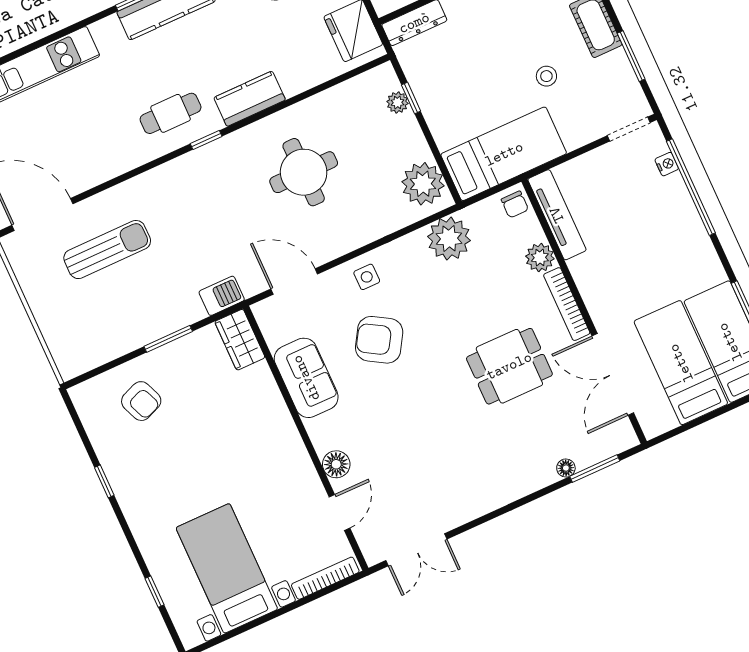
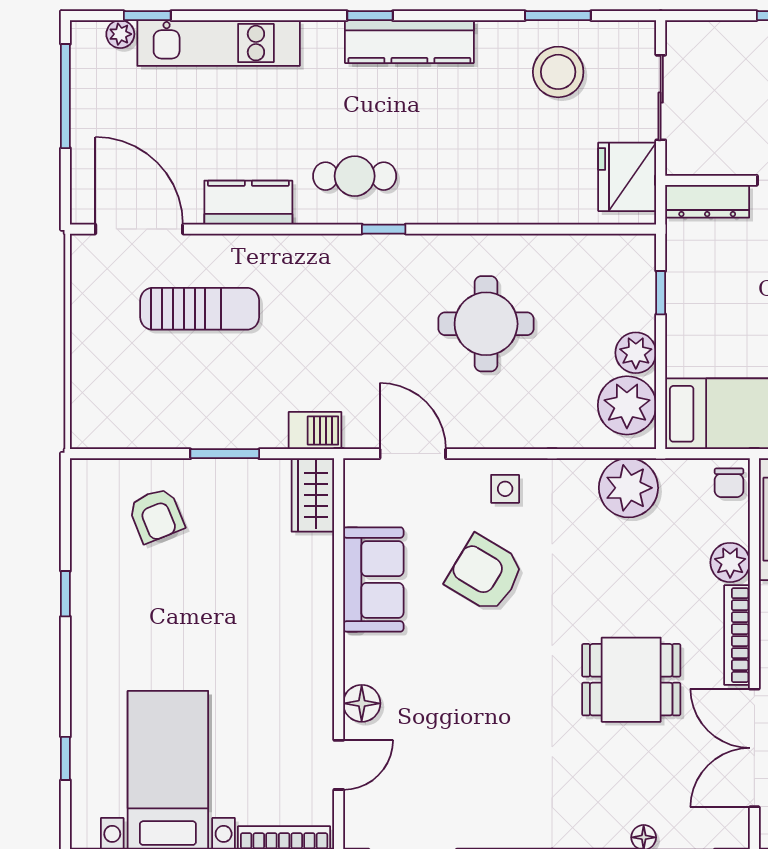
kitchen counter: (250, 99) -> (248, 203), moved
plant: (397, 102) -> (636, 353), moved, width x1.38, depth x1.38

